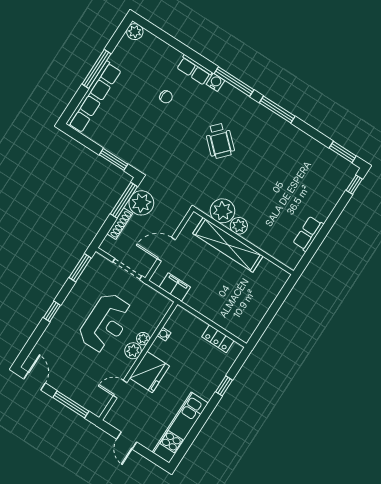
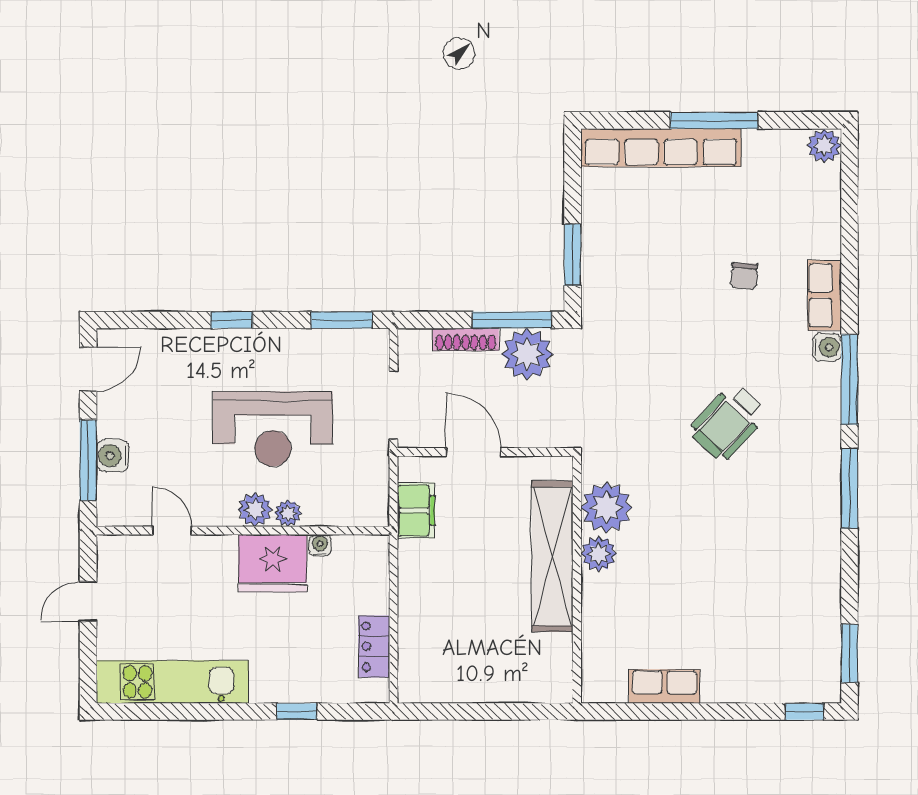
fridge: (150, 372) -> (273, 563), moved
water cooler: (75, 393) -> (113, 456), added

